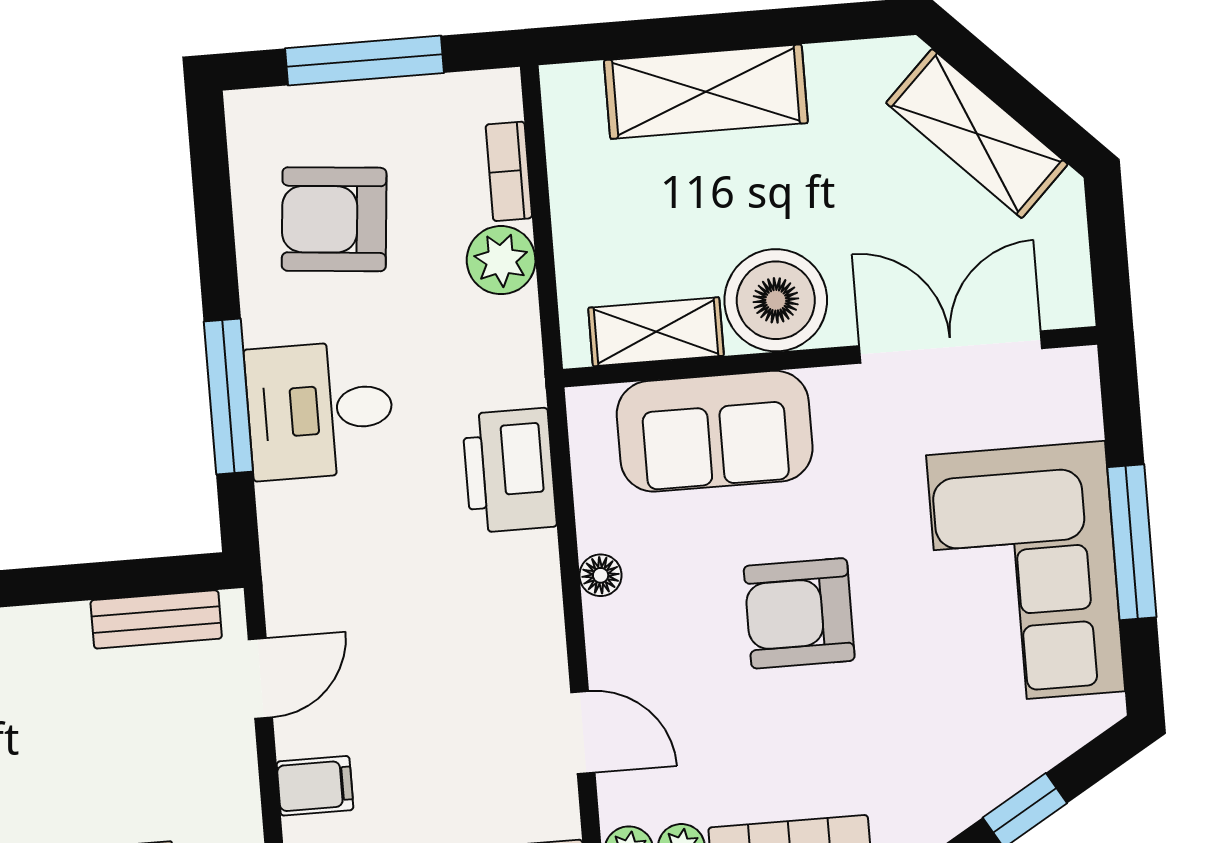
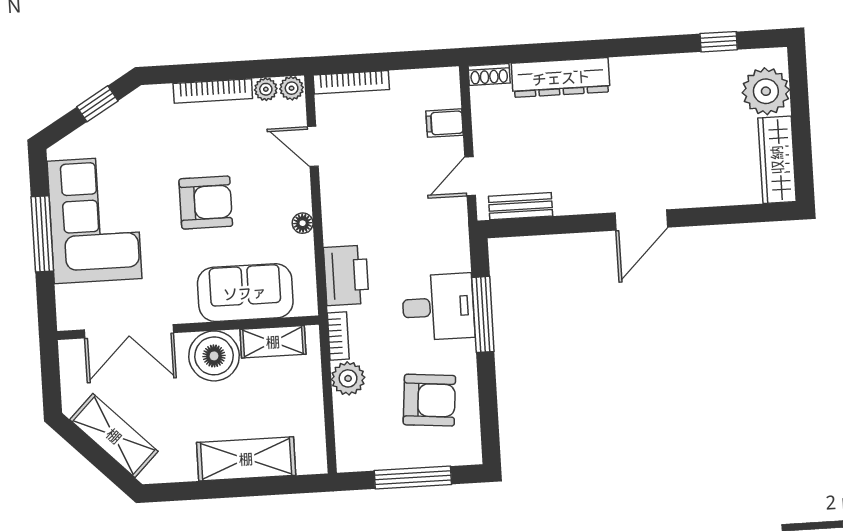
bookcase: (509, 171) -> (338, 336), moved

